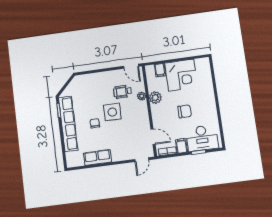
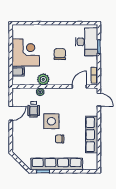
door: (131, 66) -> (11, 113), moved
filing cabinet: (181, 146) -> (91, 62), removed
row of seats: (97, 157) -> (92, 134), width x1.48

